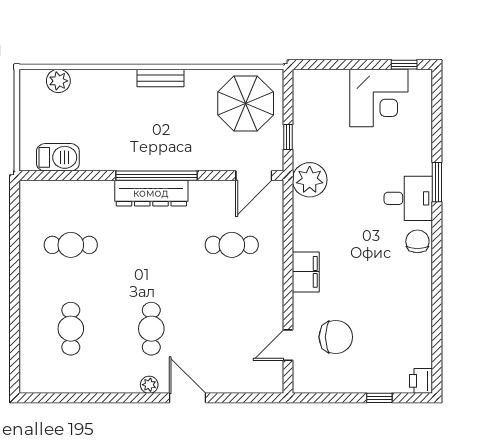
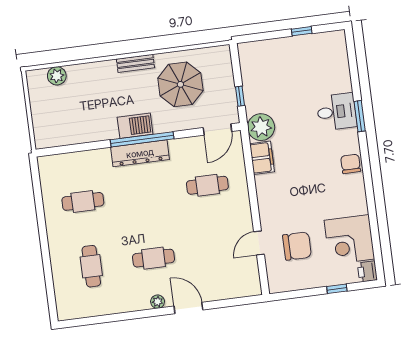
window: (404, 65) -> (302, 31), moved
corner desk: (379, 98) -> (349, 240), moved, turned 90
parasol: (246, 103) -> (180, 84), moved
barbecue: (58, 157) -> (135, 126), moved
desk: (408, 198) -> (337, 112), moved
filing cabinet: (306, 272) -> (262, 158), moved
cafe table: (151, 329) -> (154, 258), turned 90
door: (288, 345) -> (259, 243), moved

